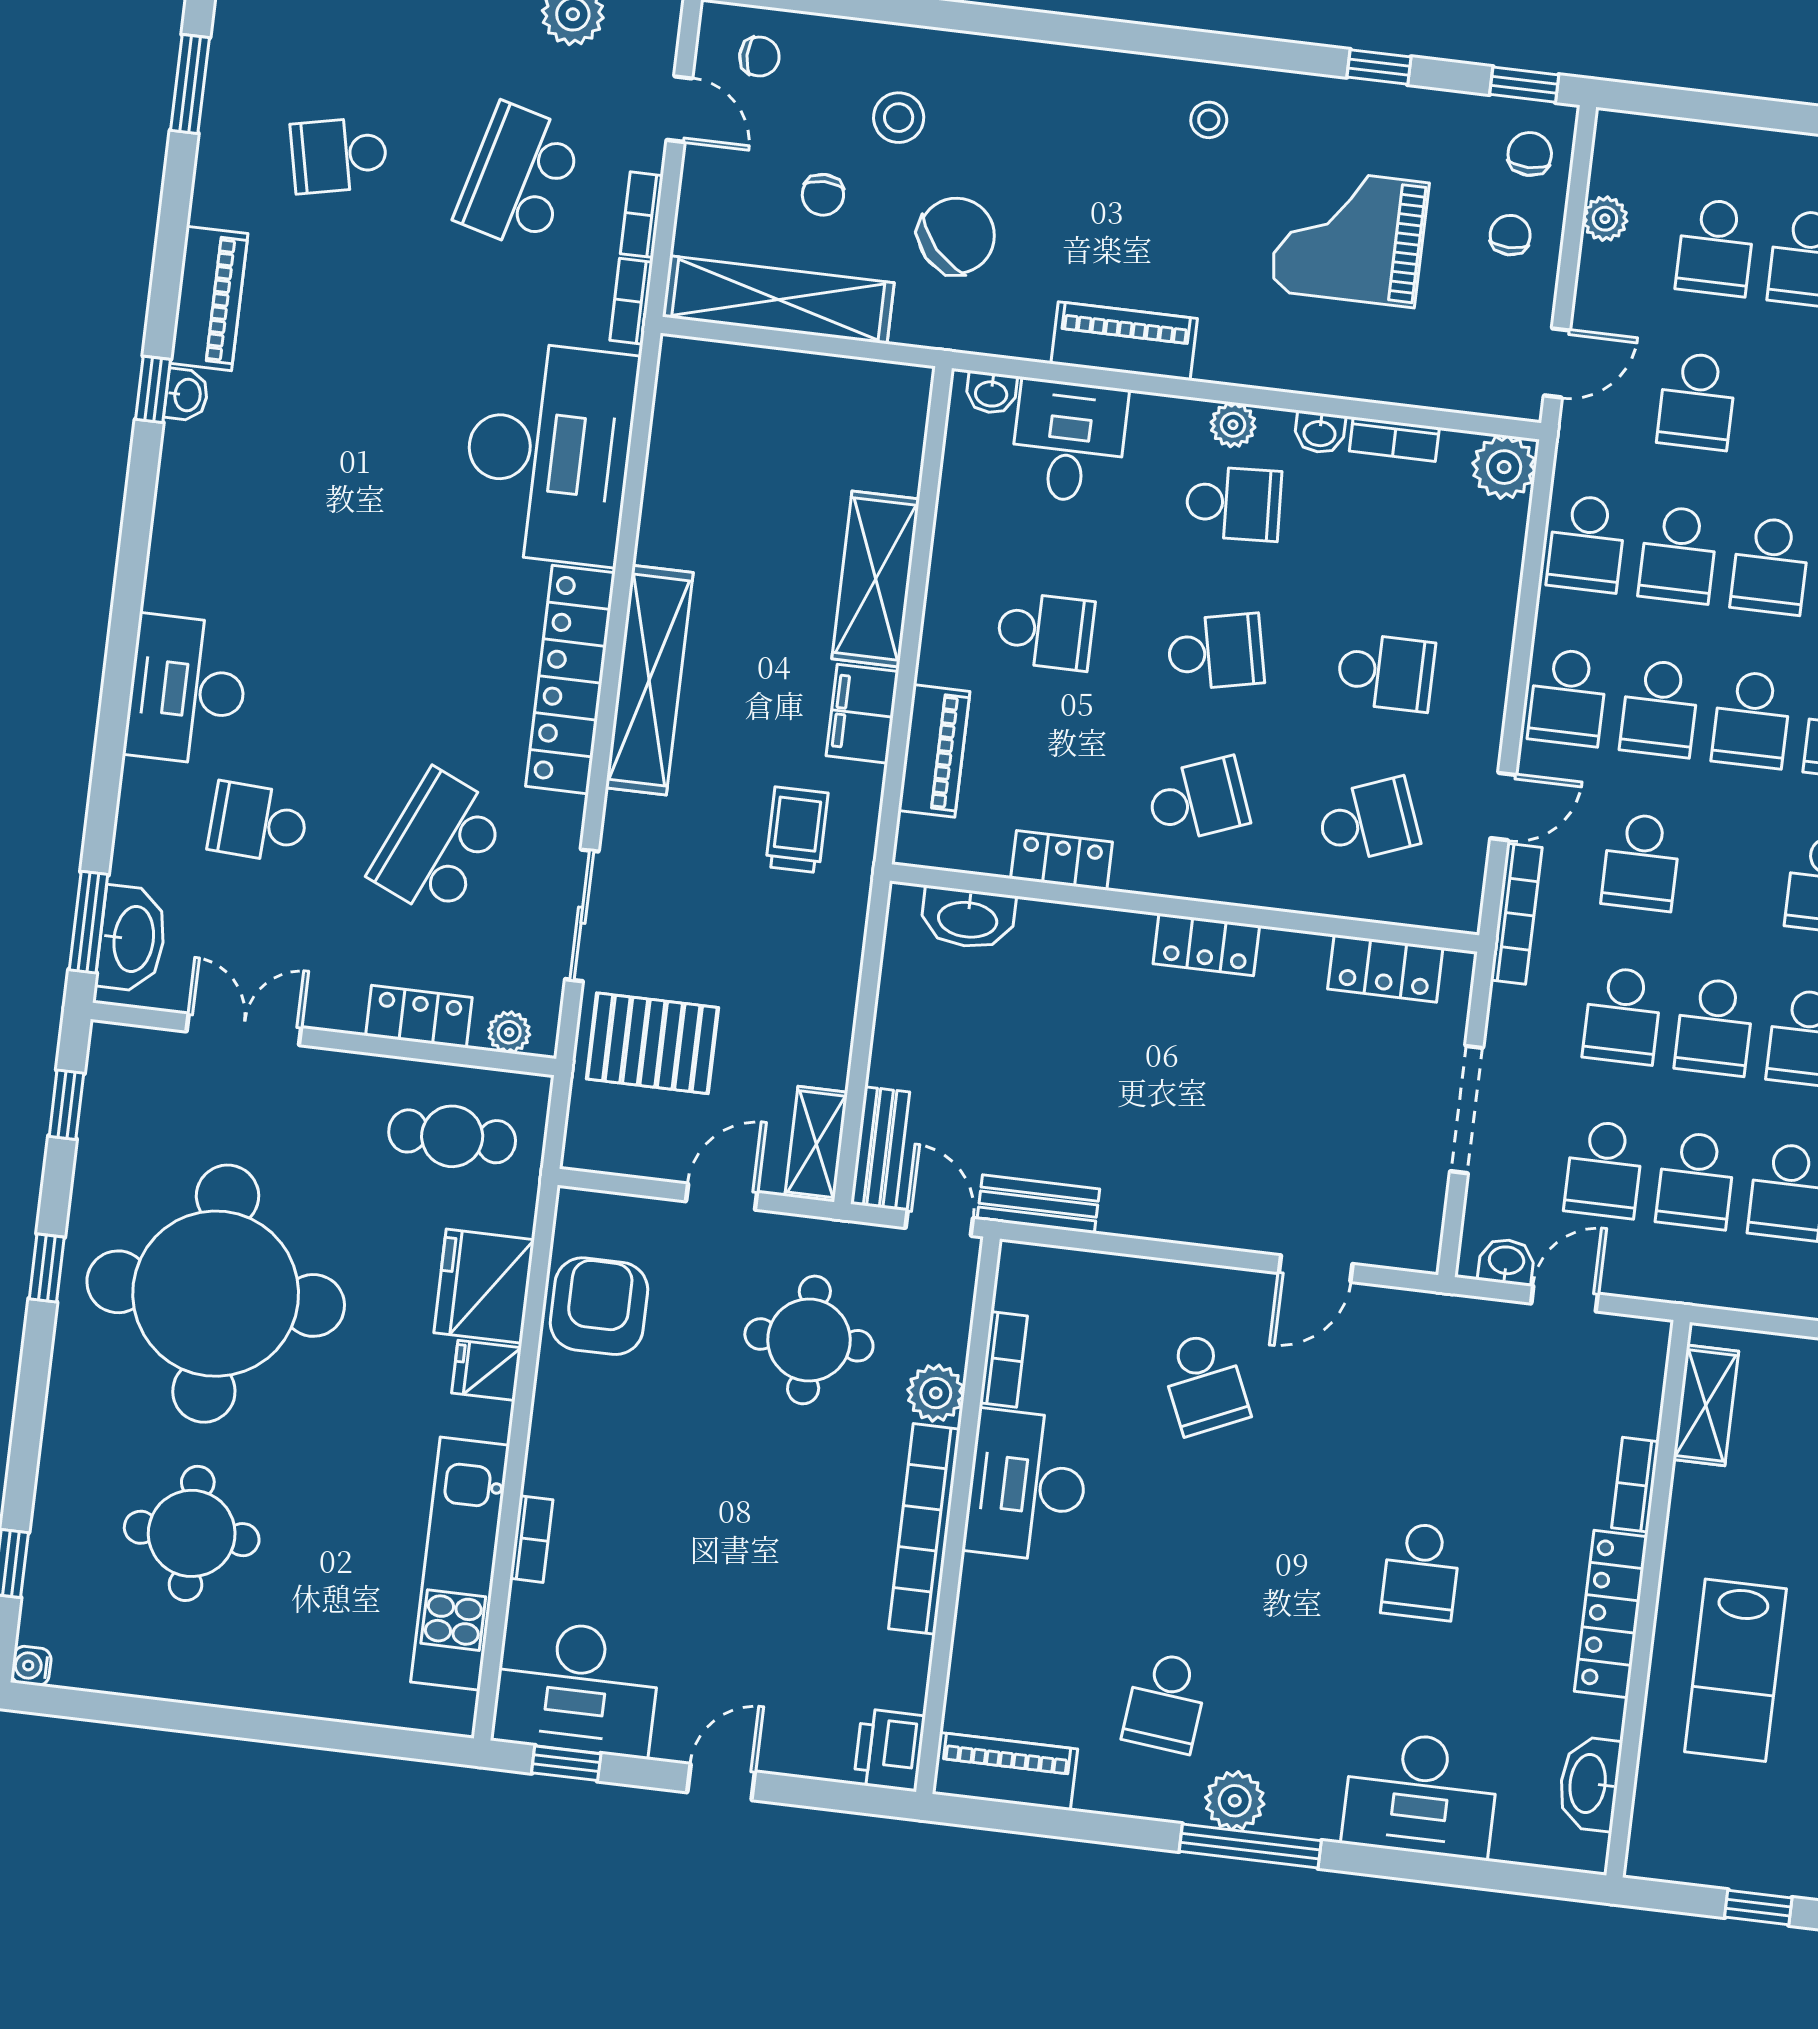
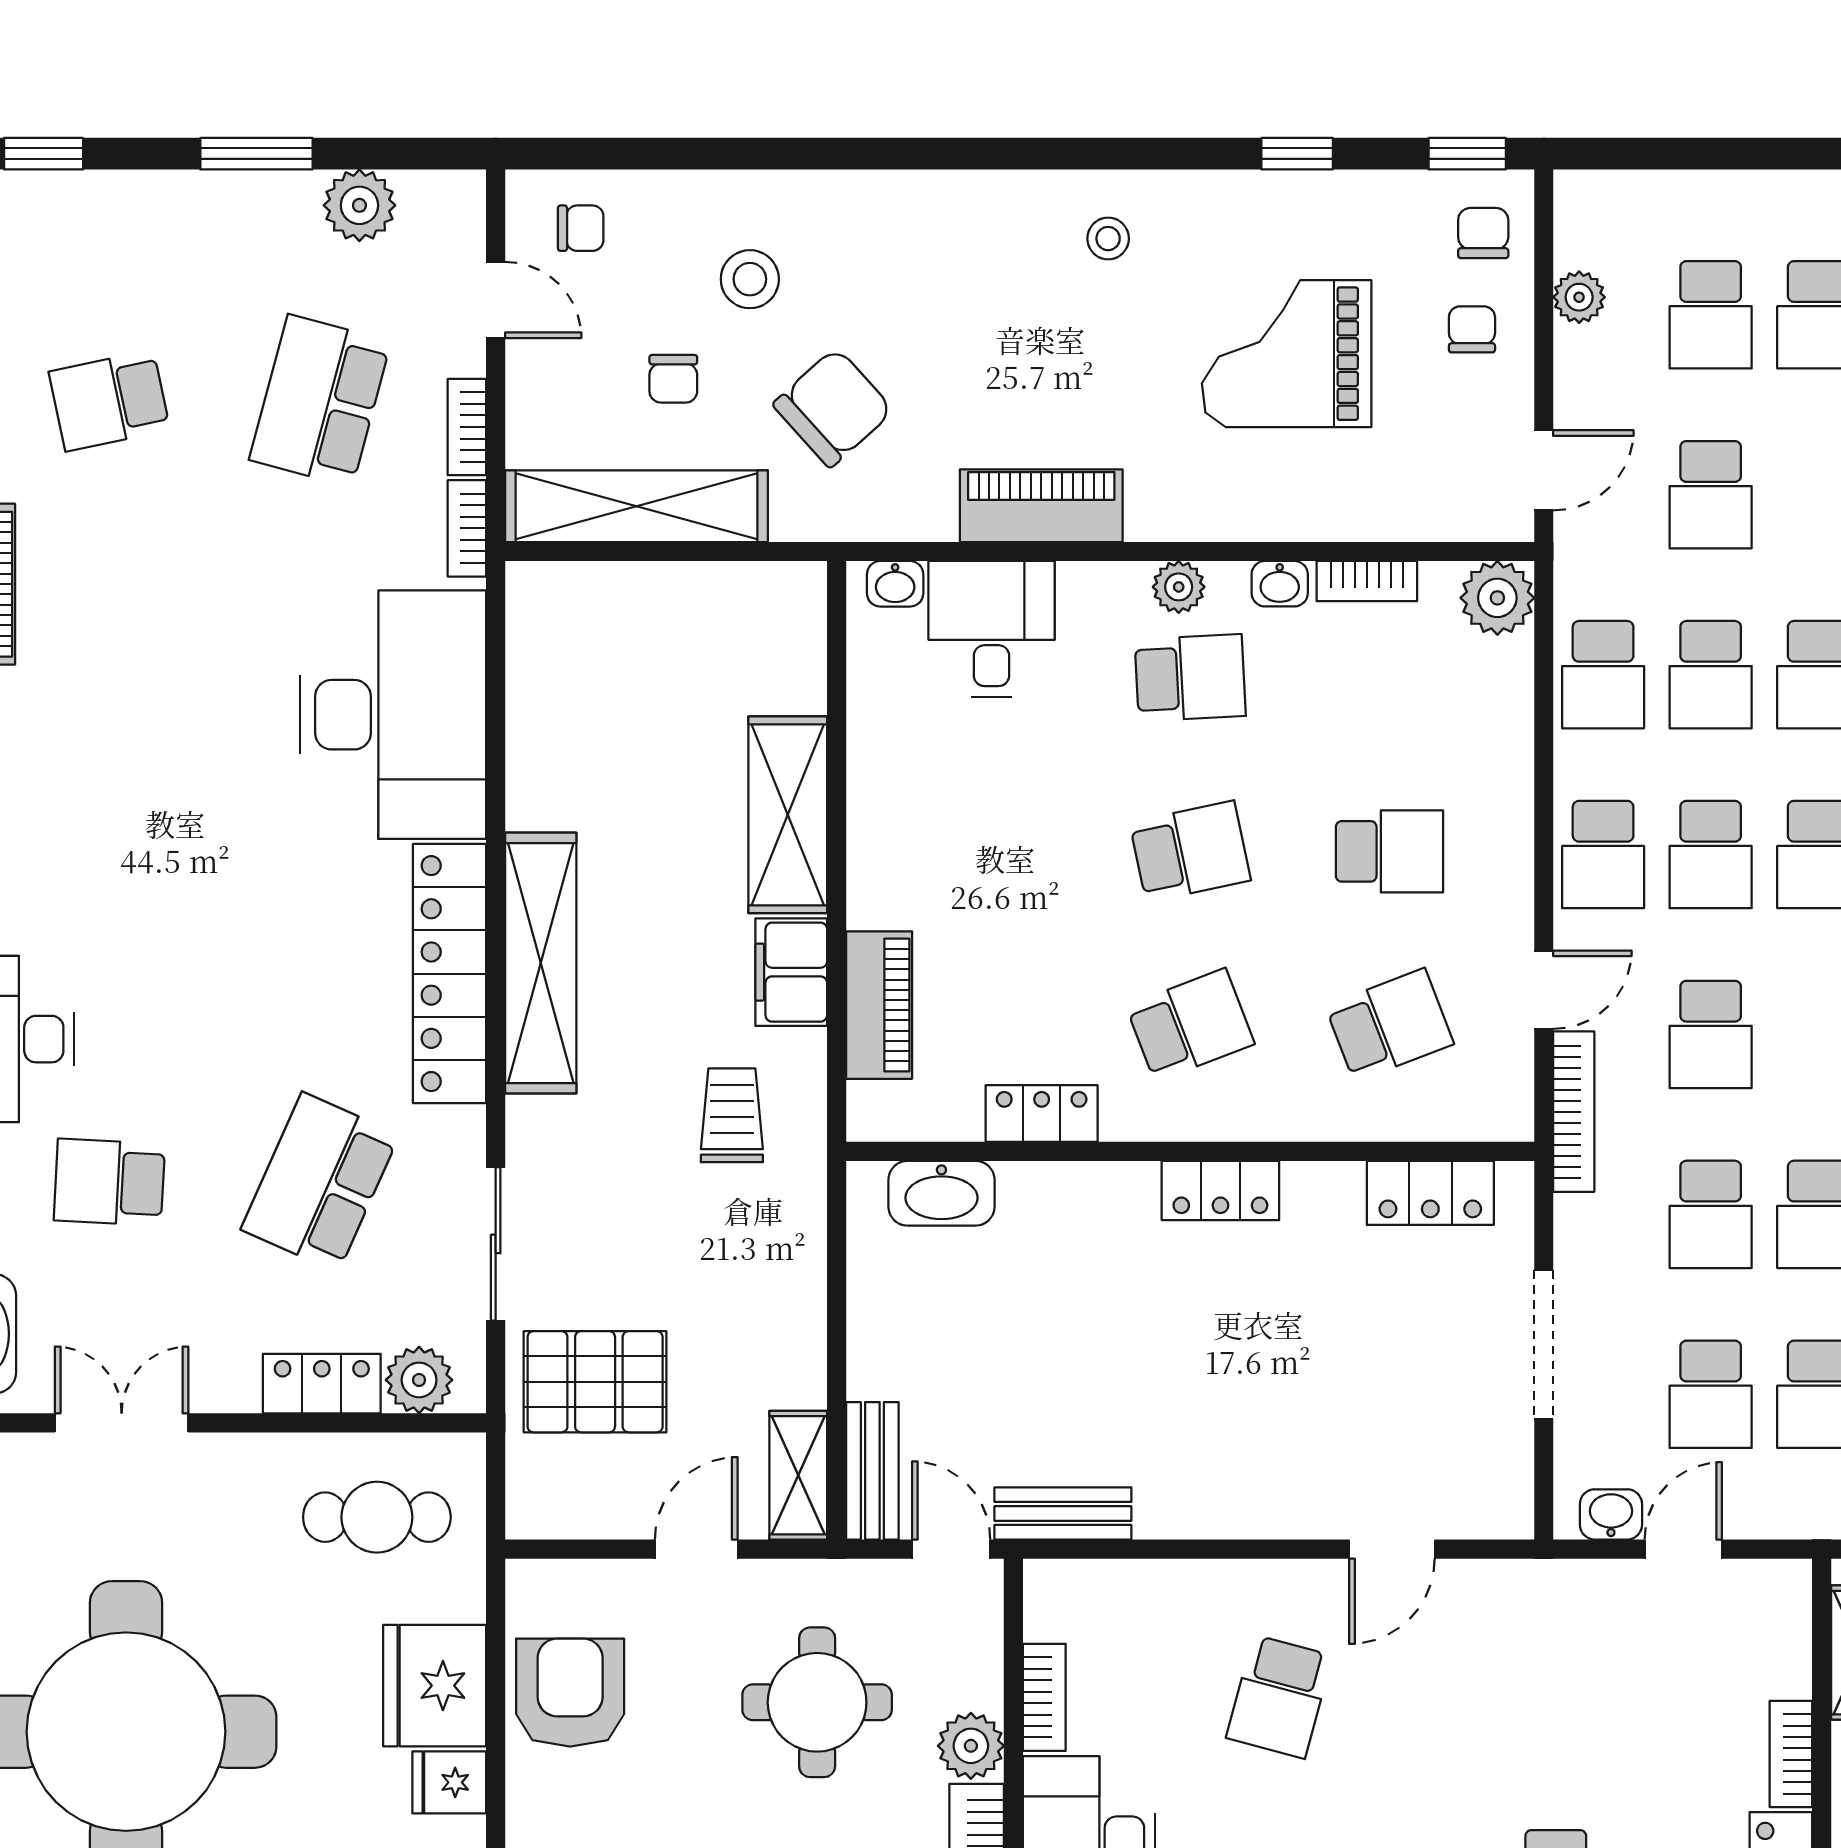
school desk: (1045, 631) -> (991, 851), removed
plant: (509, 1032) -> (419, 1380), width x1.38, depth x1.38
school desk: (1204, 1383) -> (1279, 1697), turned 39

